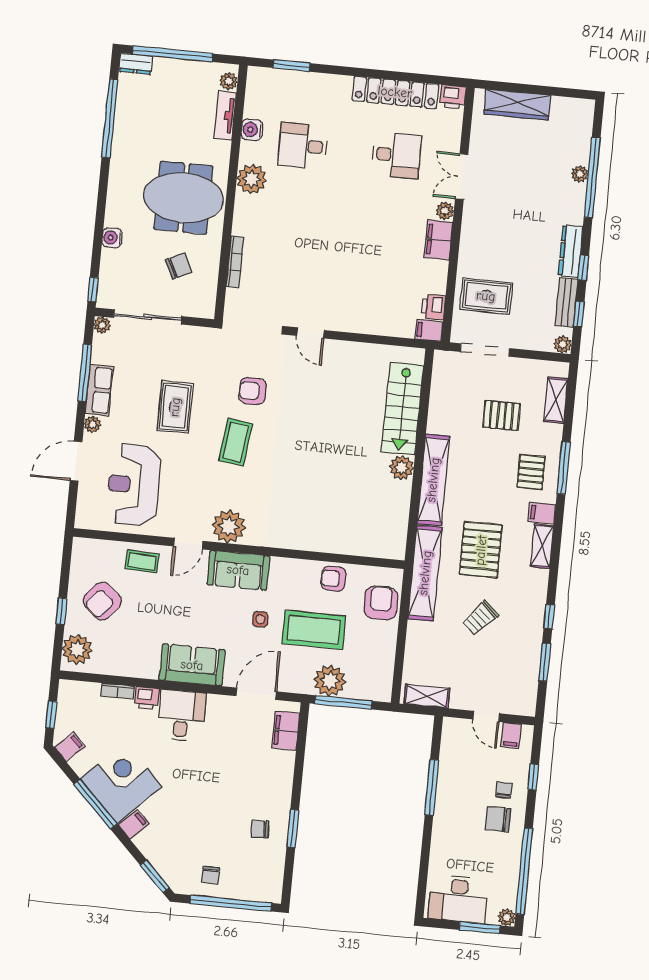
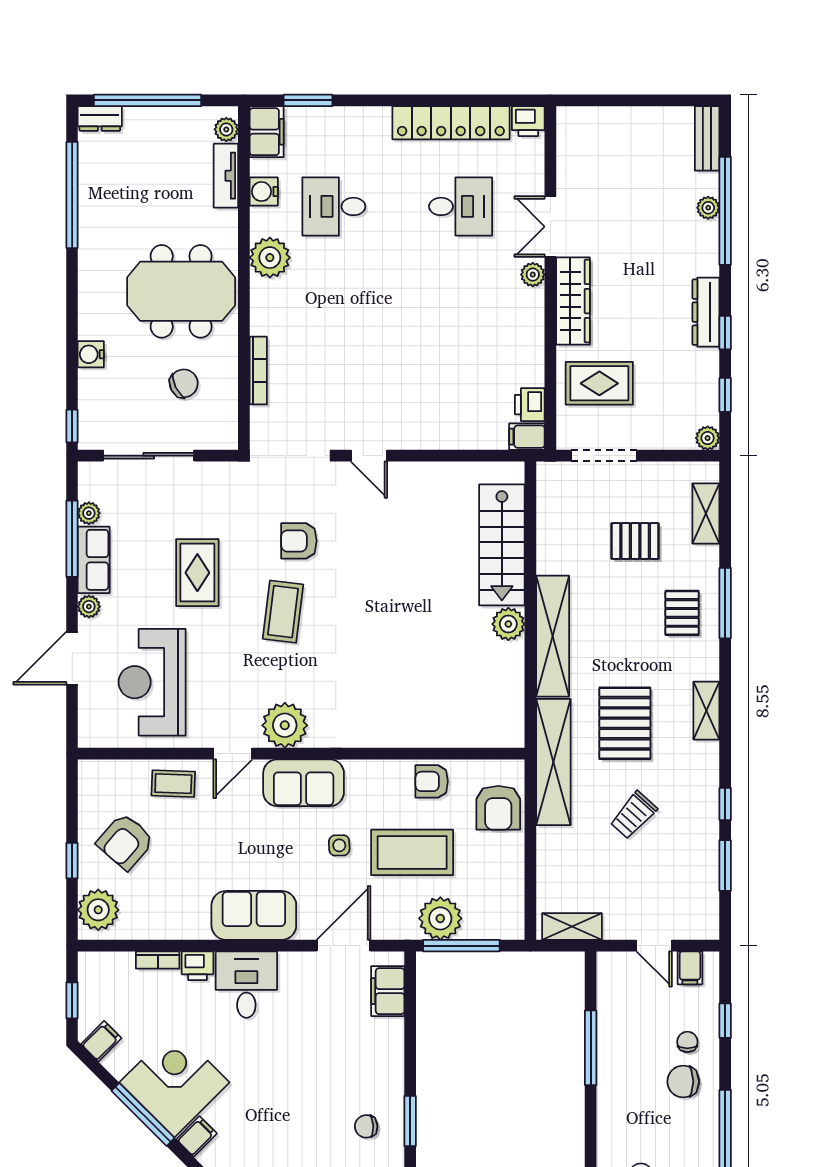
wardrobe: (517, 105) -> (573, 301), moved, turned -90
filing cabinet: (438, 240) -> (267, 132), moved, turned 180
bench: (566, 302) -> (707, 138), moved
plant: (102, 325) -> (89, 513), moved
filing cabinet: (542, 513) -> (702, 666), removed
armchair: (381, 603) -> (498, 808), turned 180

